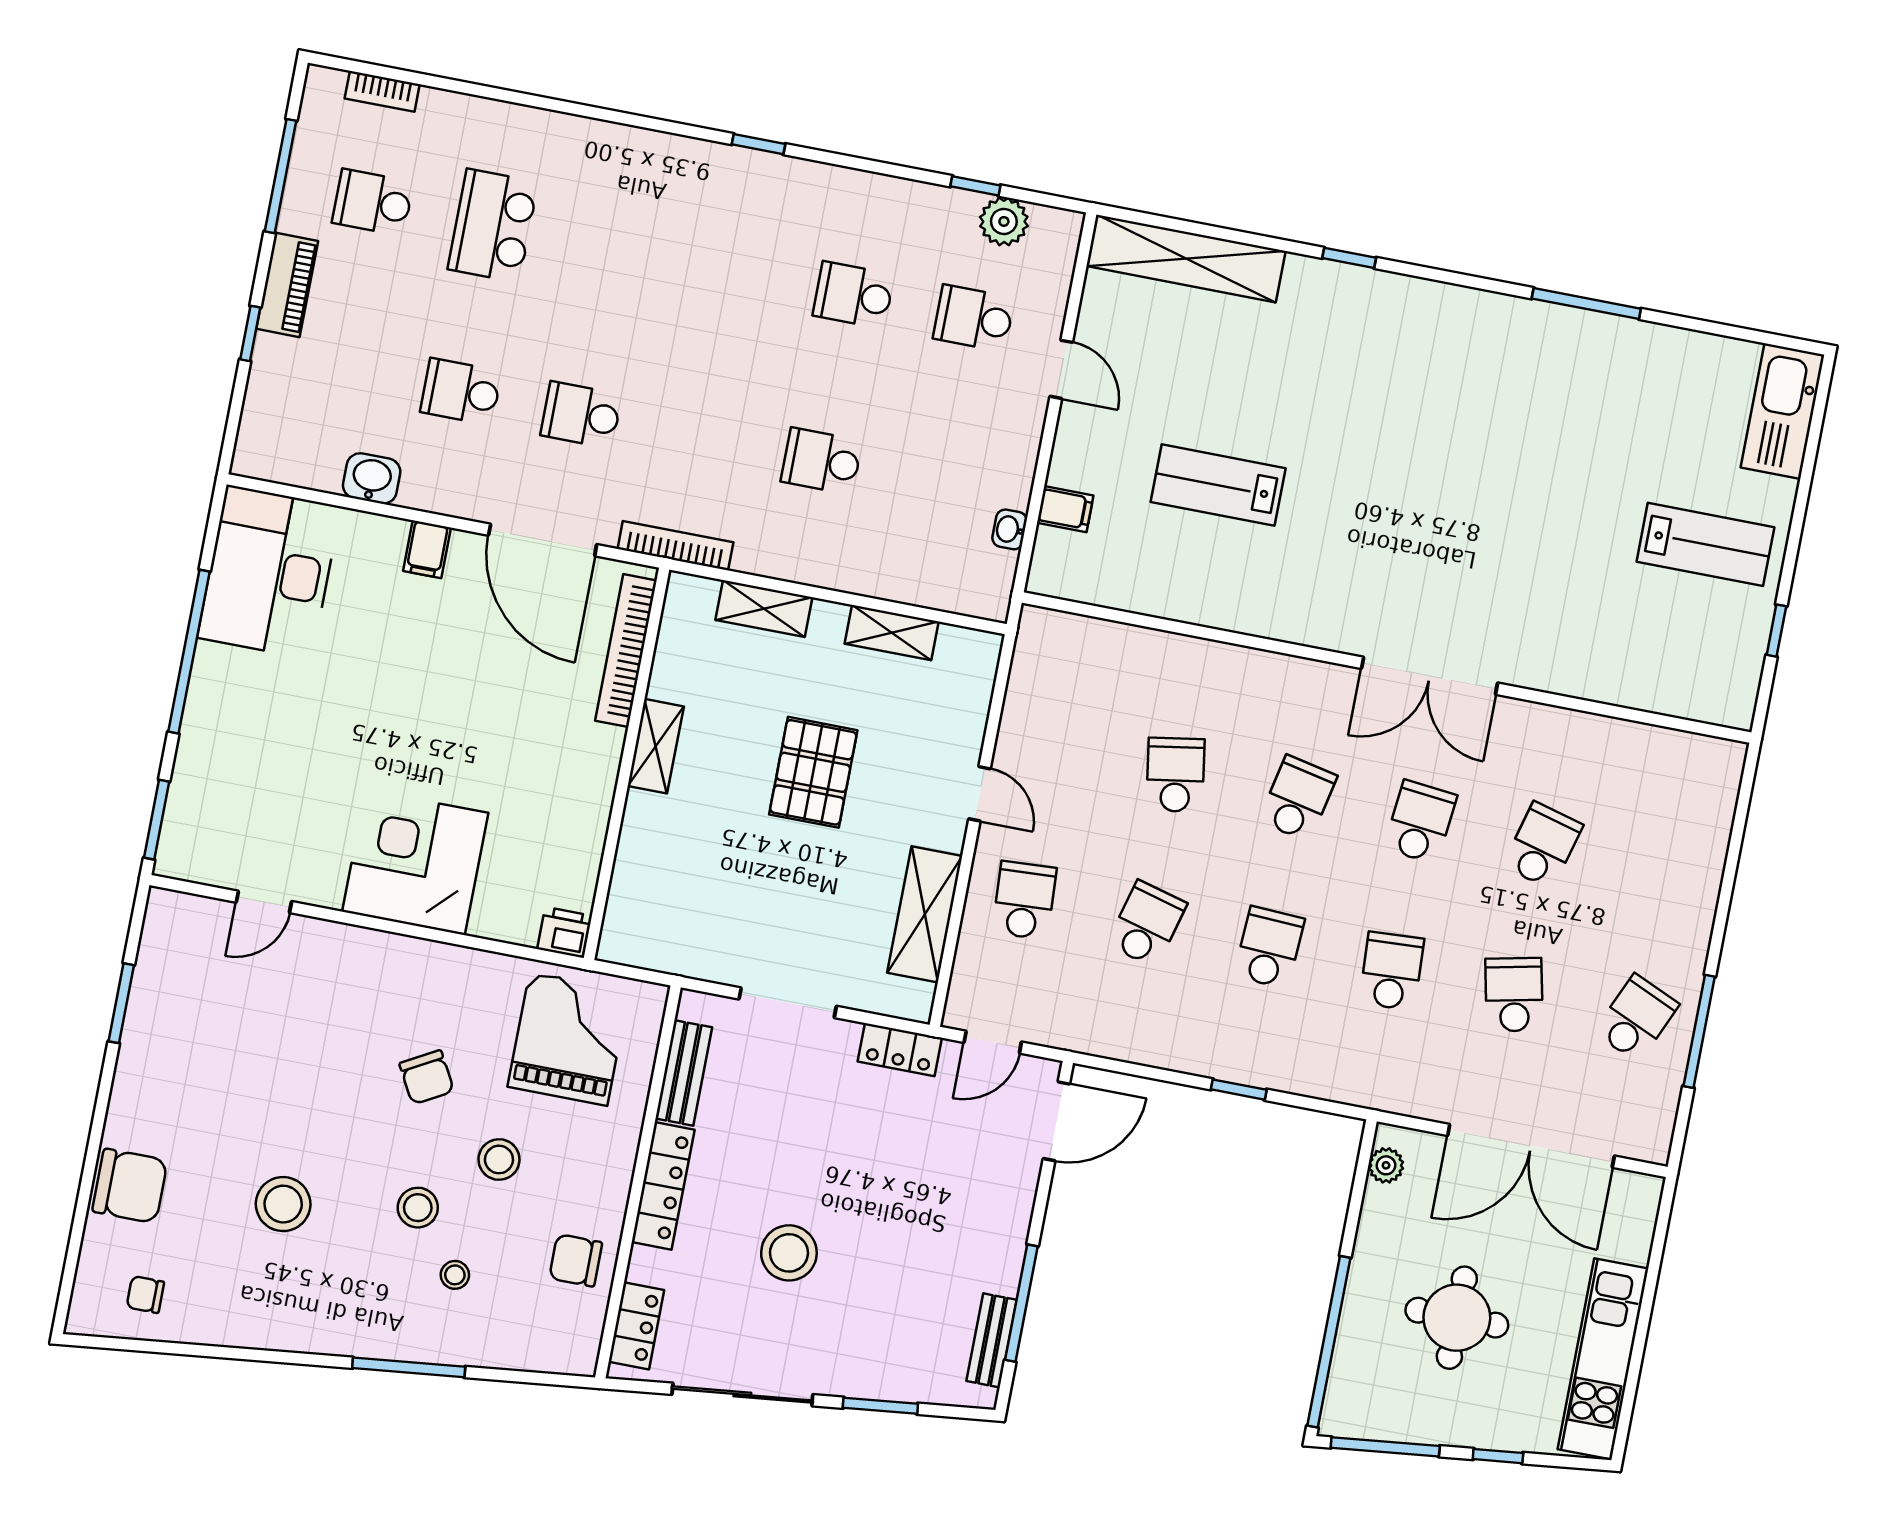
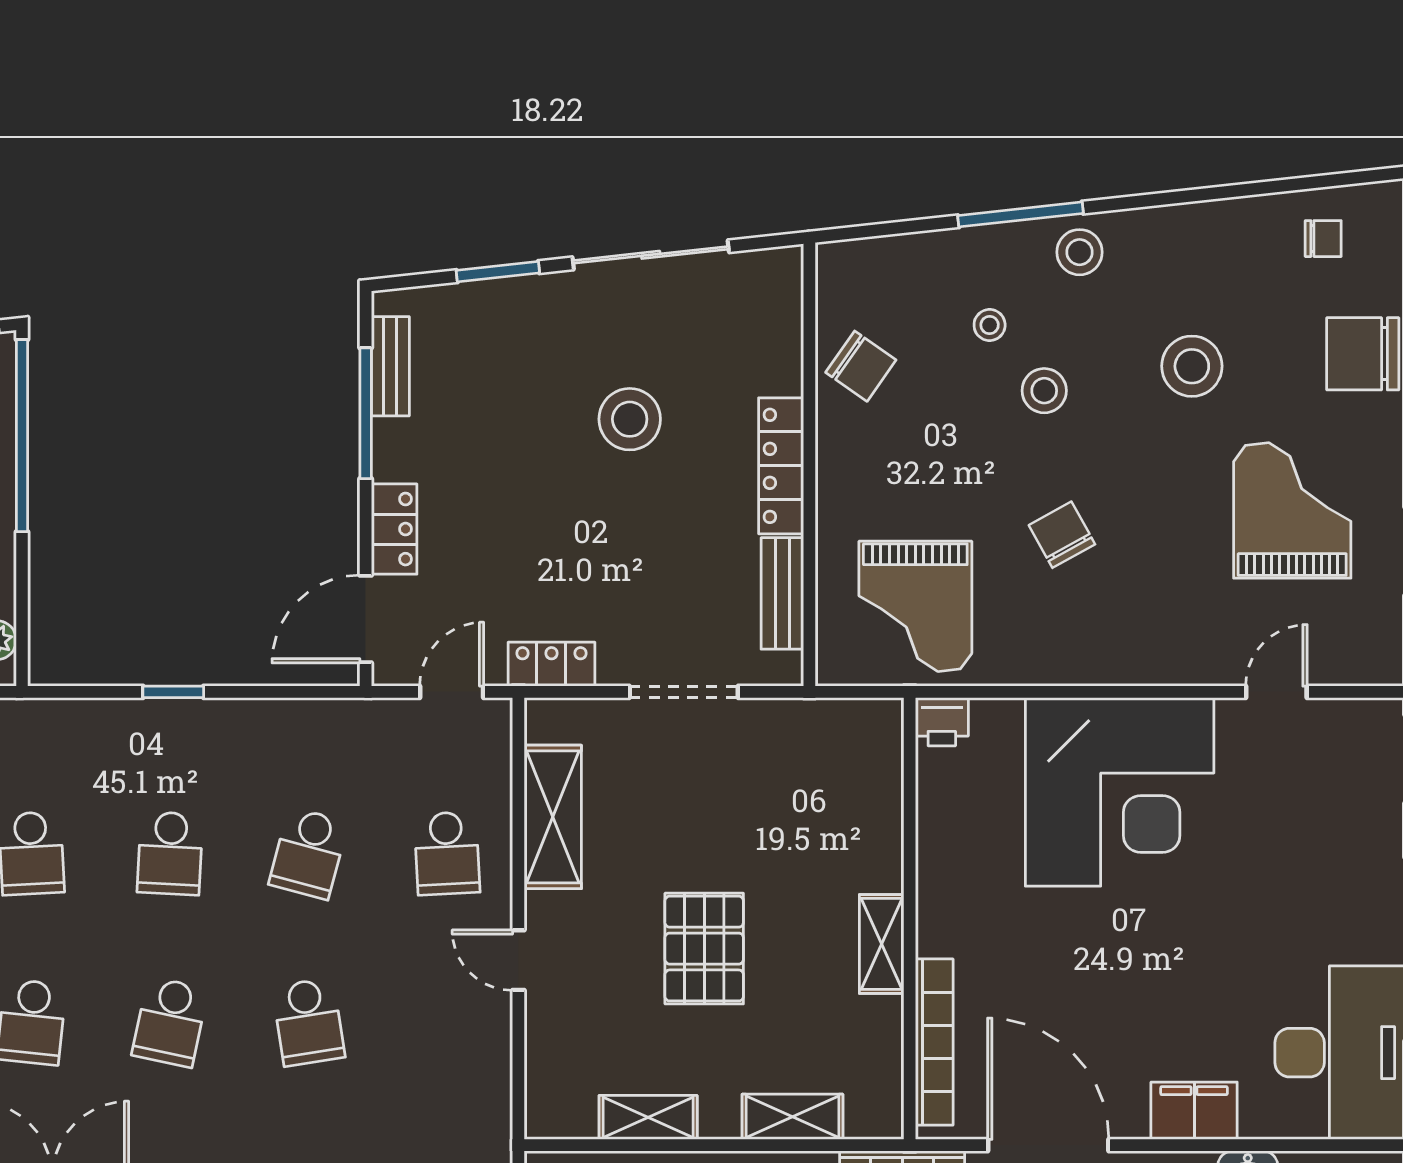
filing cabinet: (427, 549) -> (1194, 1111), width x2.00
corner desk: (415, 862) -> (1120, 792), width x1.36, depth x1.36
grand piano: (219, 1060) -> (1292, 510), added
stool: (499, 1159) -> (1080, 252), moved
chair: (576, 1260) -> (861, 366), turned 35
locker: (636, 1326) -> (394, 529), moved, turned 180

